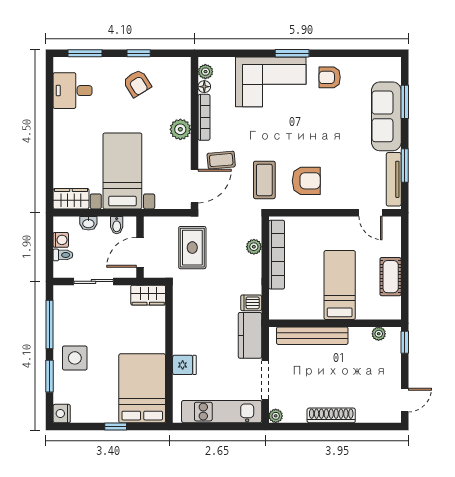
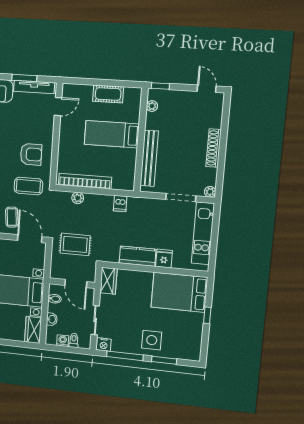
armchair: (306, 181) -> (31, 154), turned 90
kitchen counter: (250, 335) -> (137, 256), moved, turned 180
nightstand: (62, 414) -> (104, 344), moved

